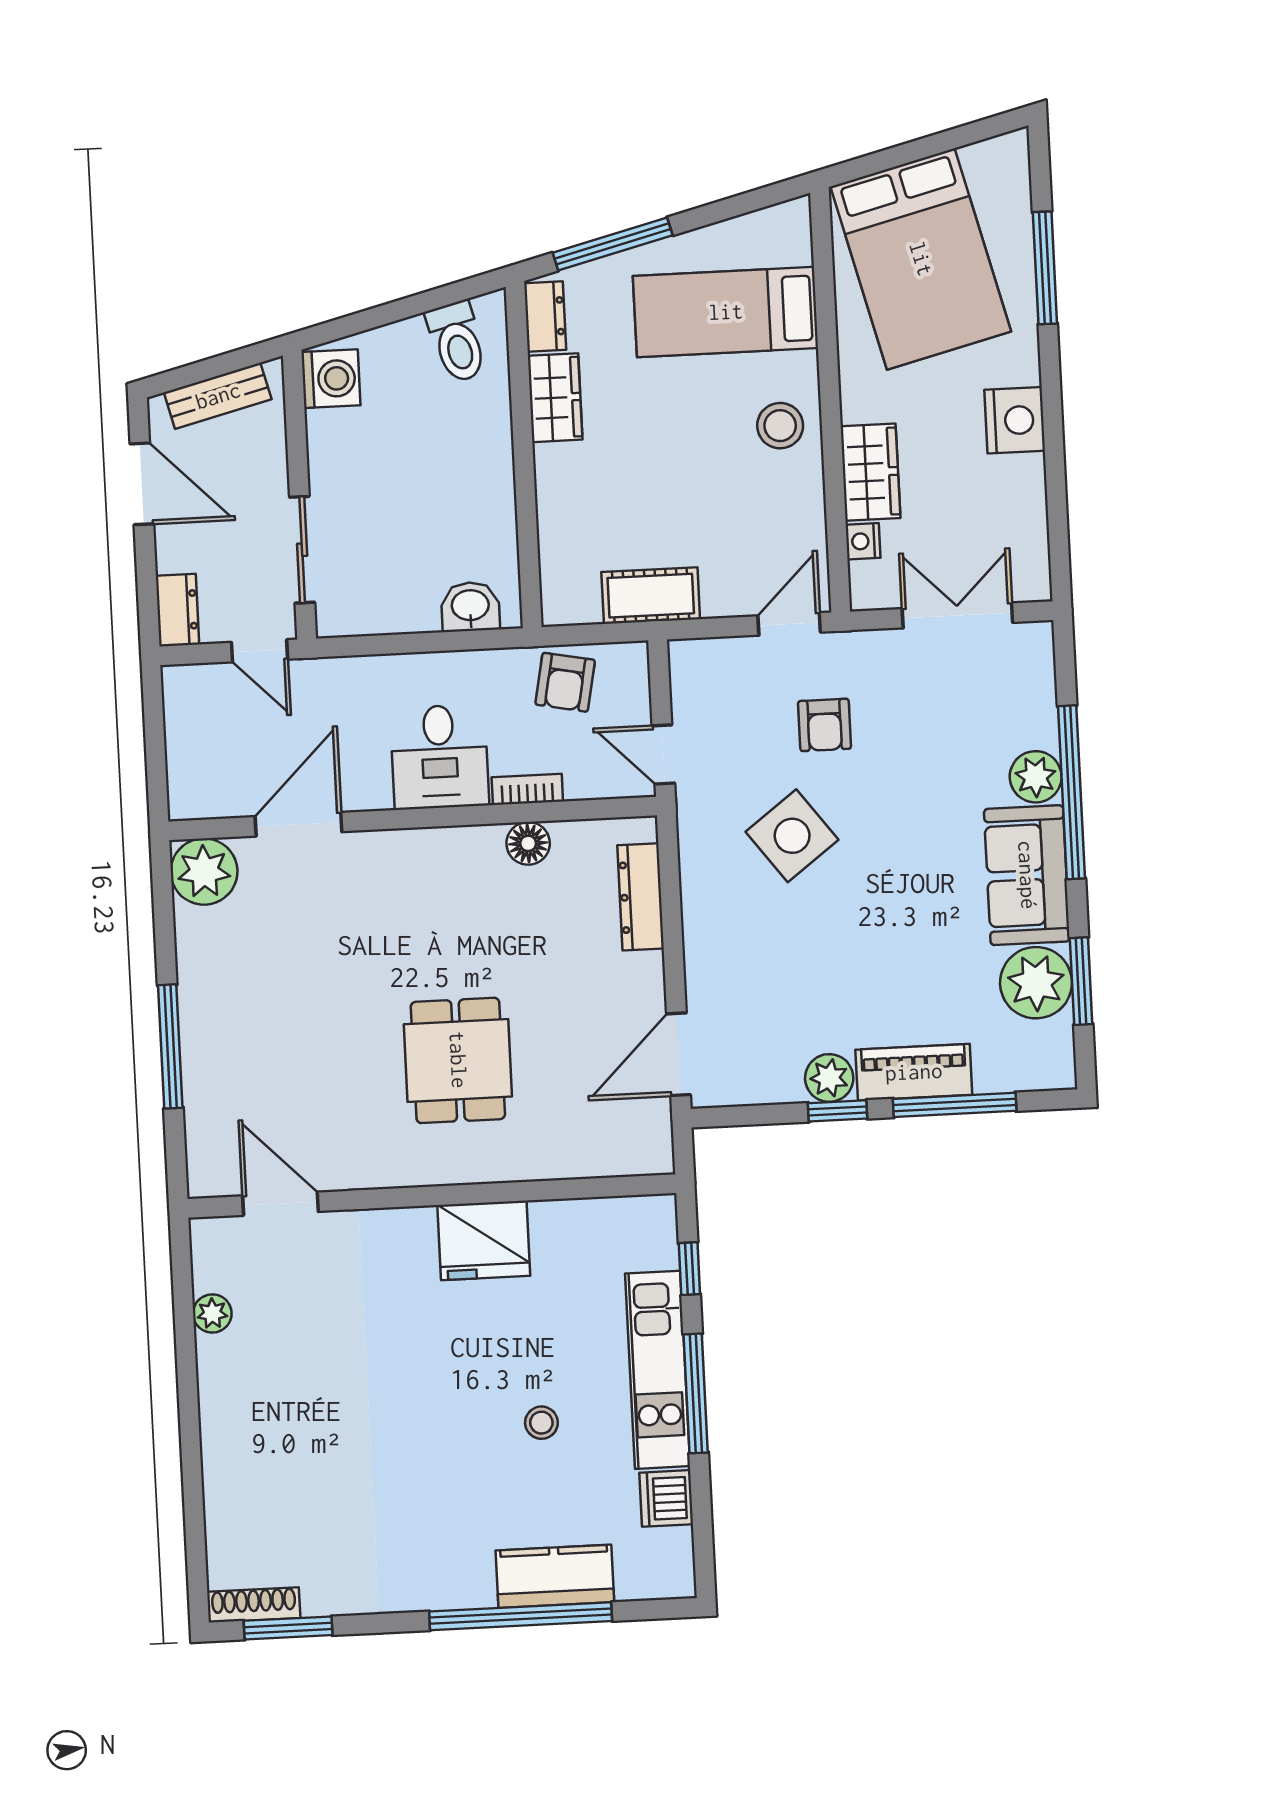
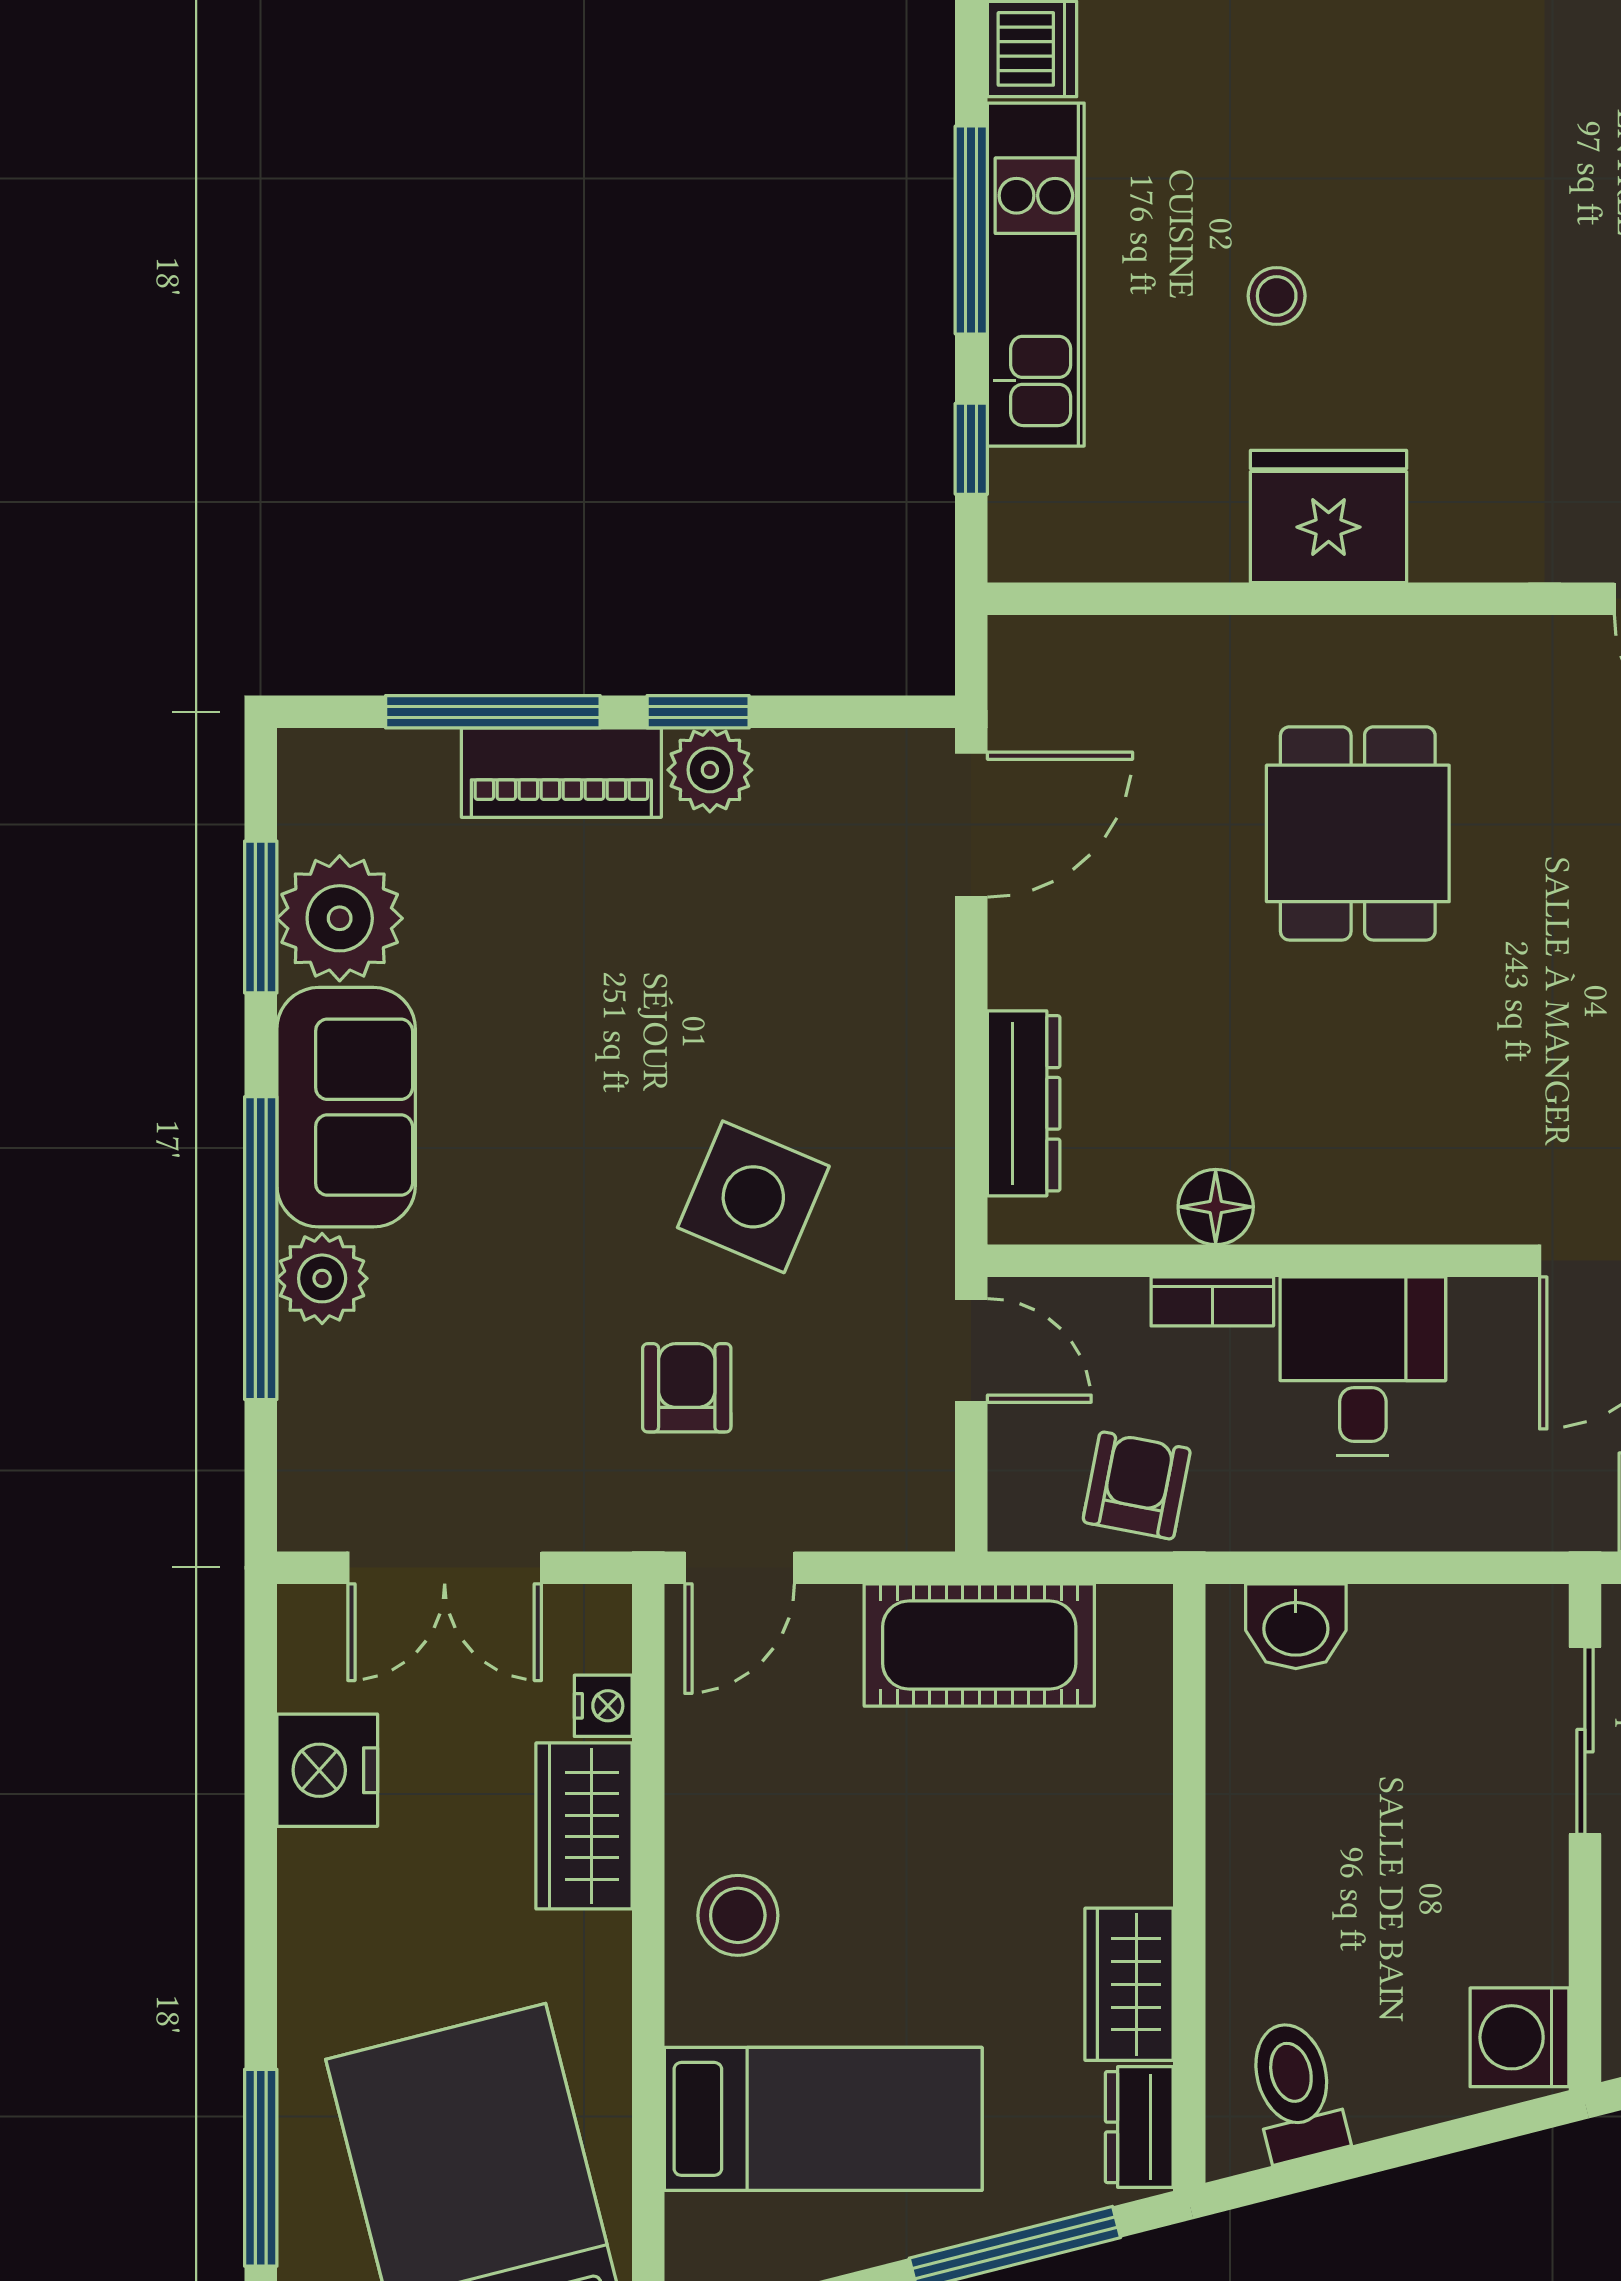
nightstand: (1015, 420) -> (327, 1770), moved
cot: (651, 596) -> (979, 1645), width x1.37, depth x1.34
side table: (792, 836) -> (753, 1197), turned -30
stool: (541, 1423) -> (1277, 296), moved

